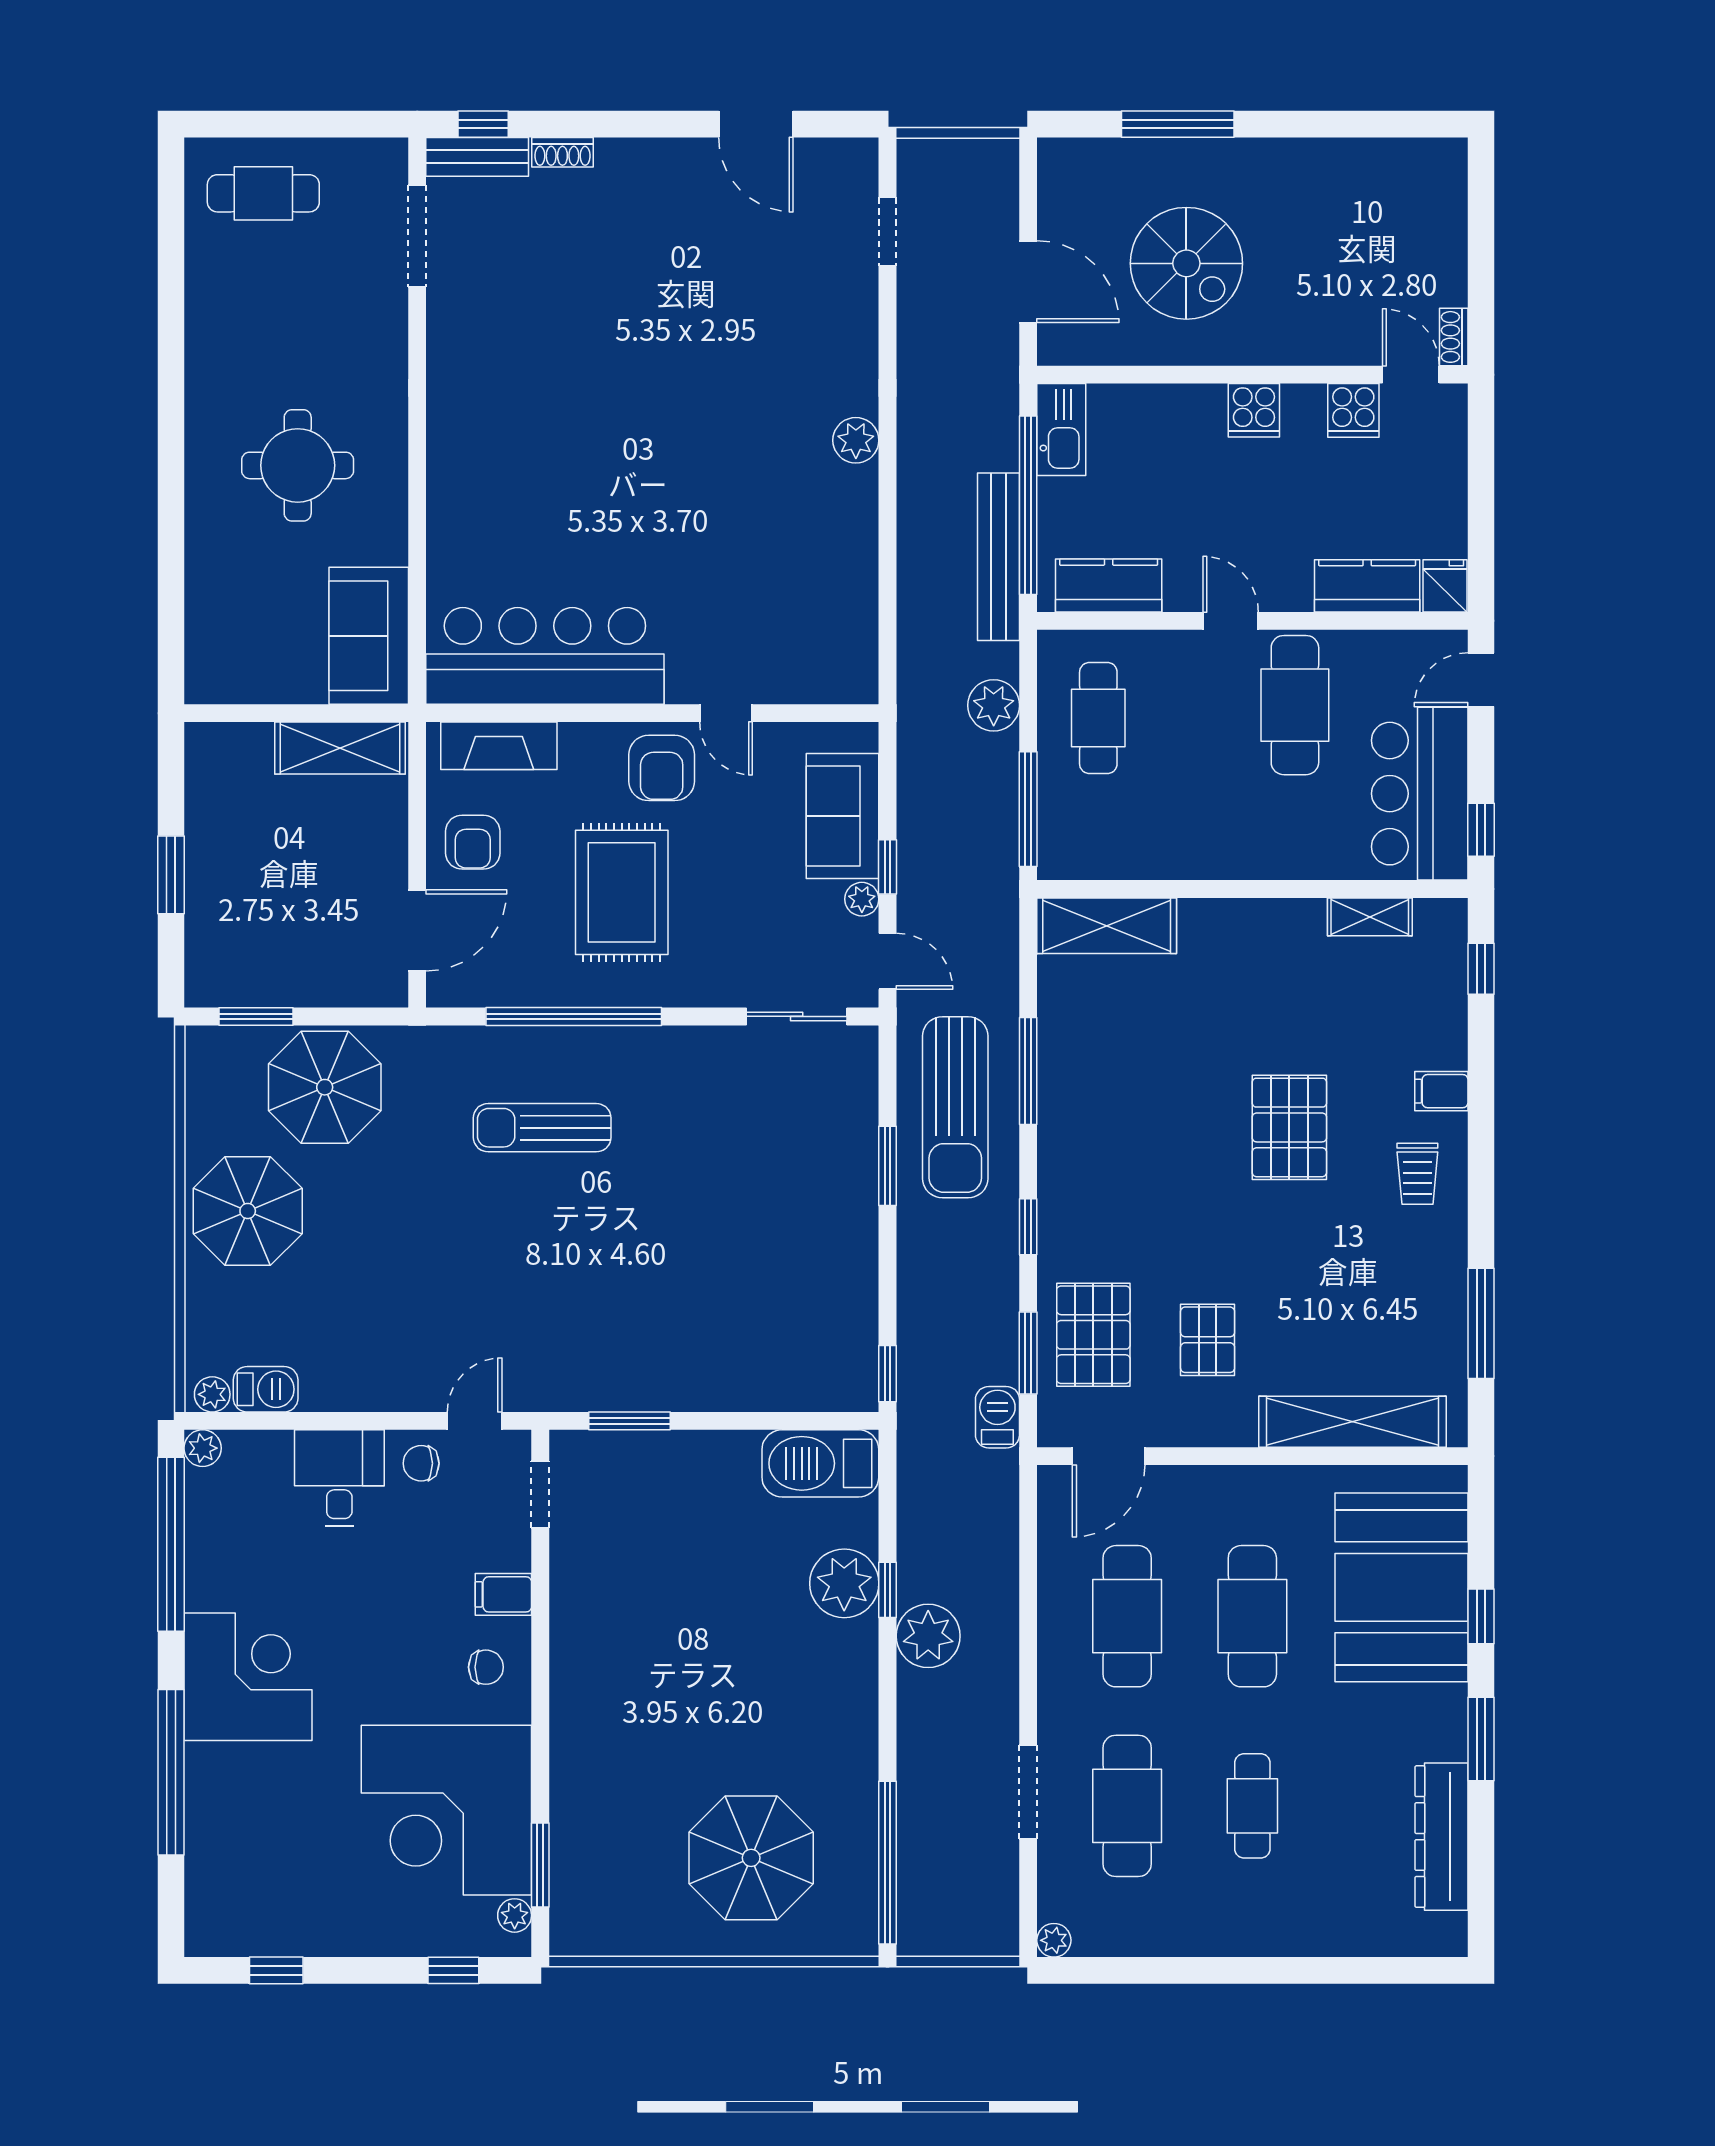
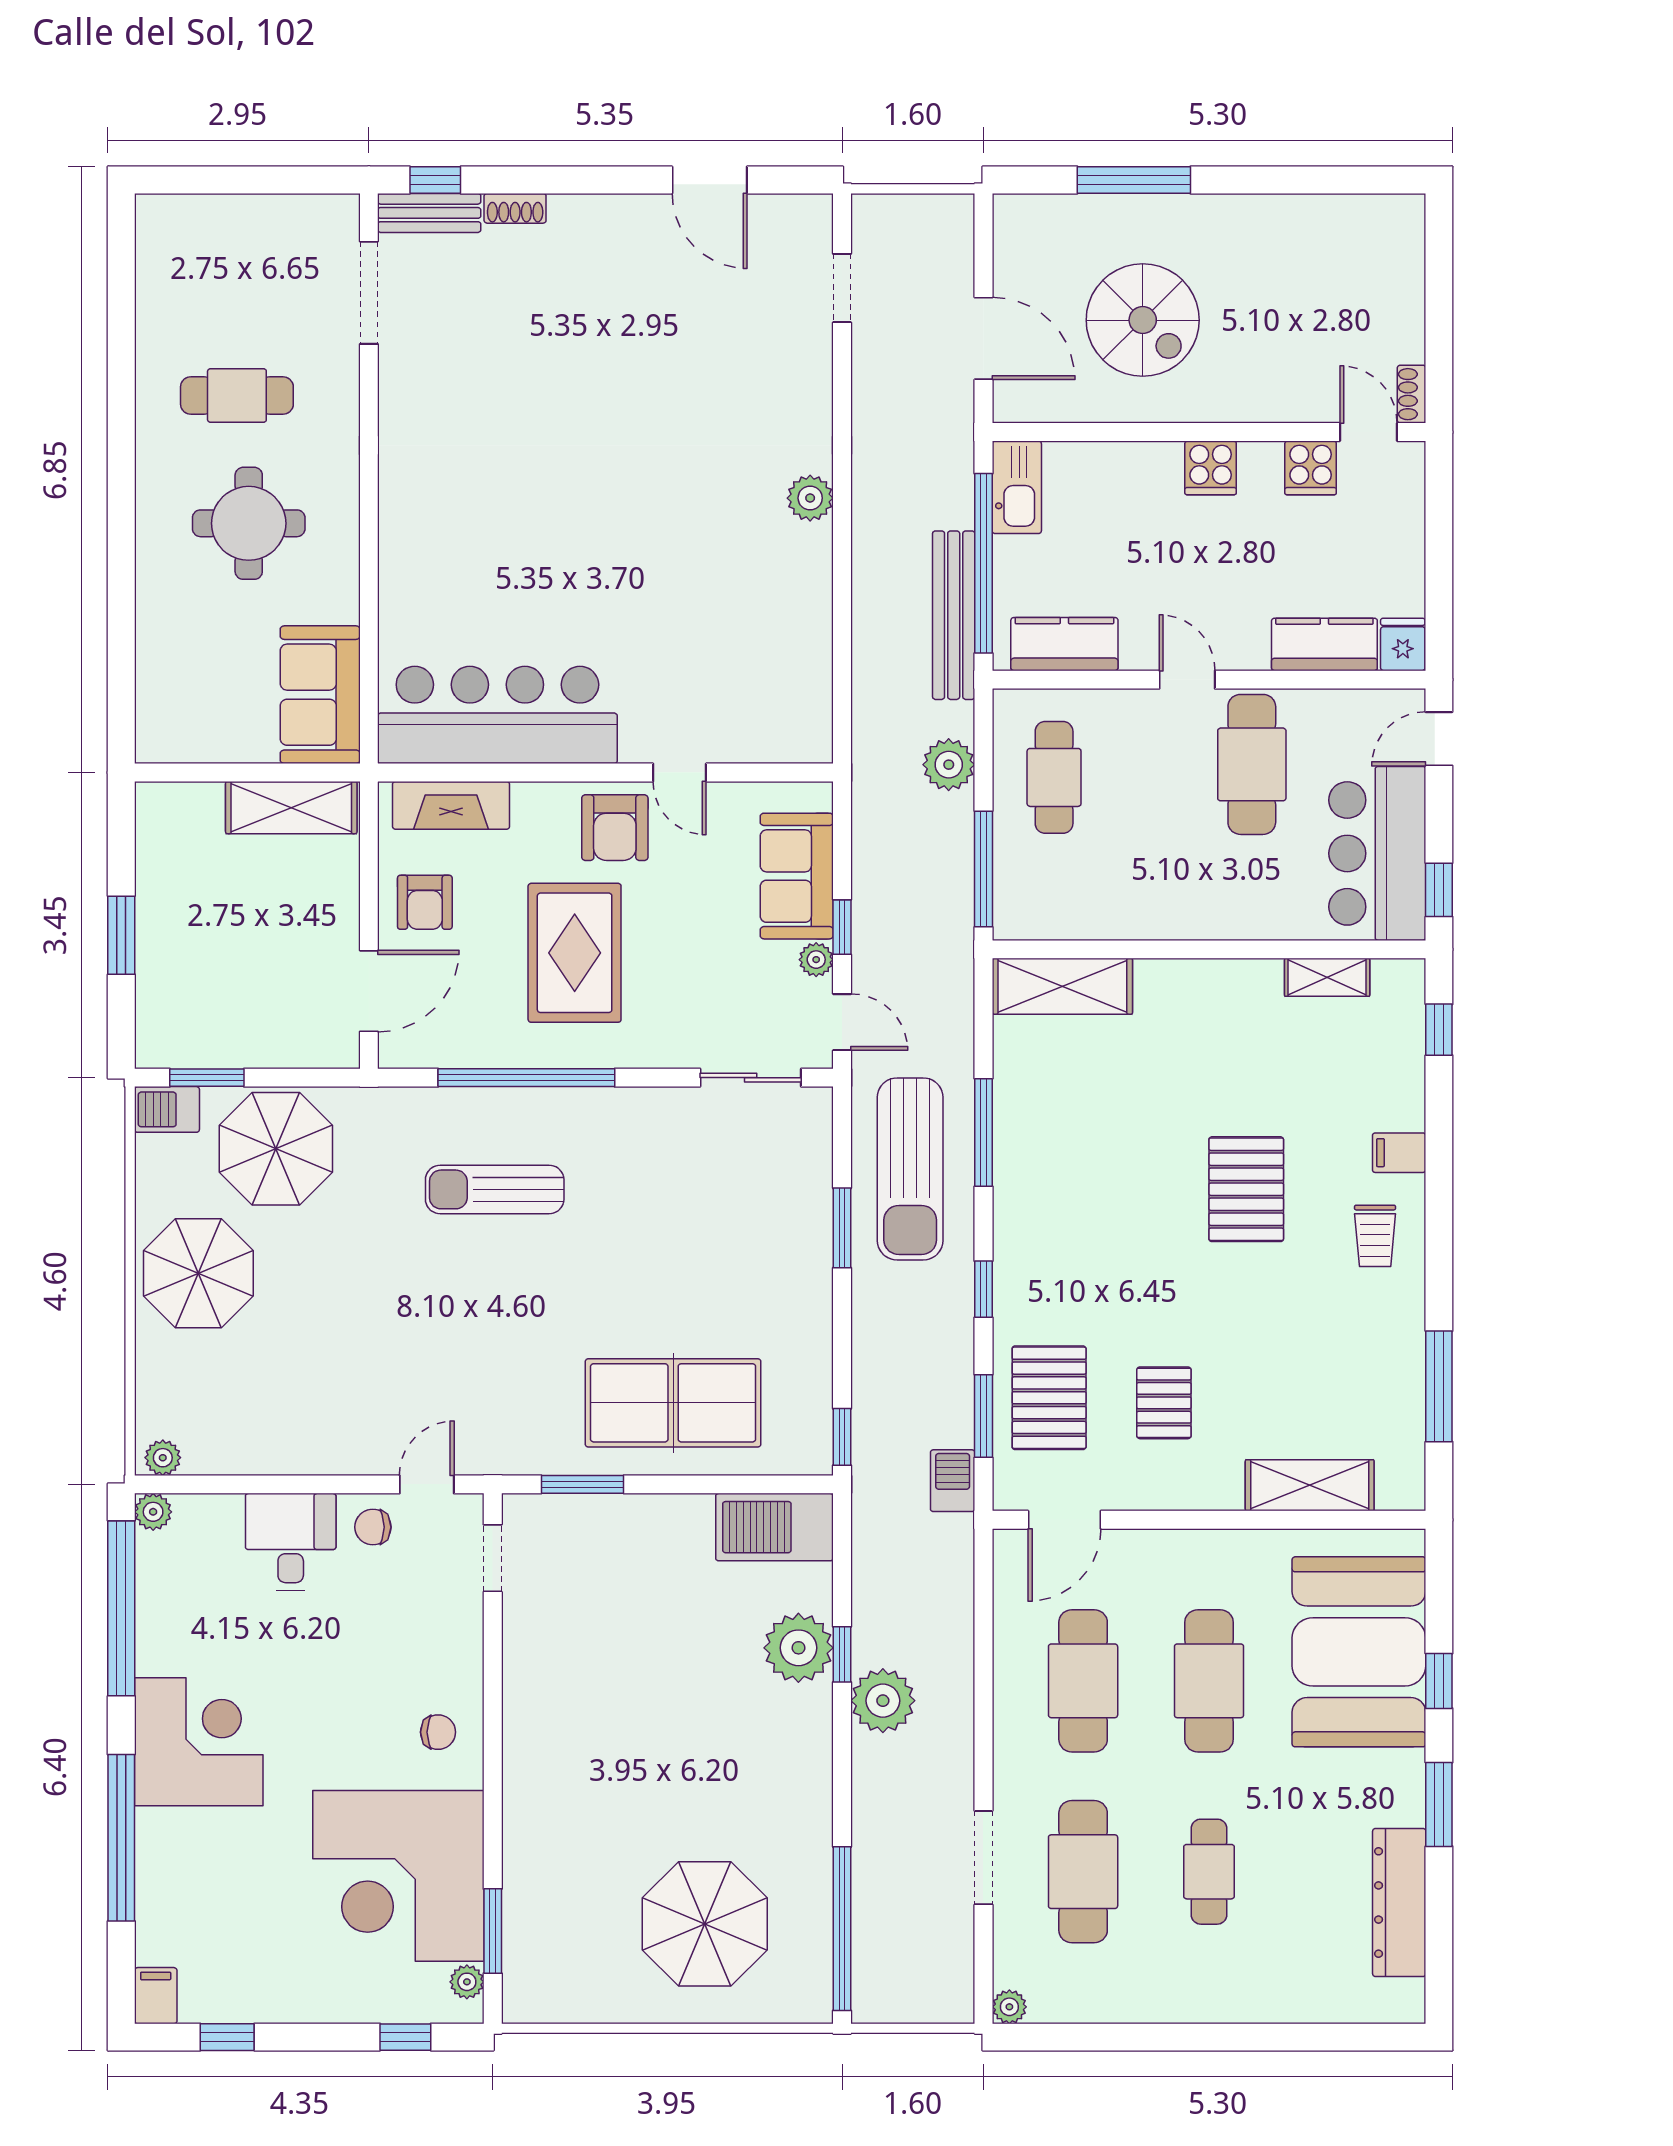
cafe table: (263, 193) -> (237, 396), moved
table tennis table: (720, 1340) -> (673, 1403), added
barbecue: (266, 1389) -> (167, 1109), moved, turned 180
shelving: (1352, 1422) -> (1310, 1485), width x0.68
filing cabinet: (503, 1594) -> (156, 1996), moved, turned 90

